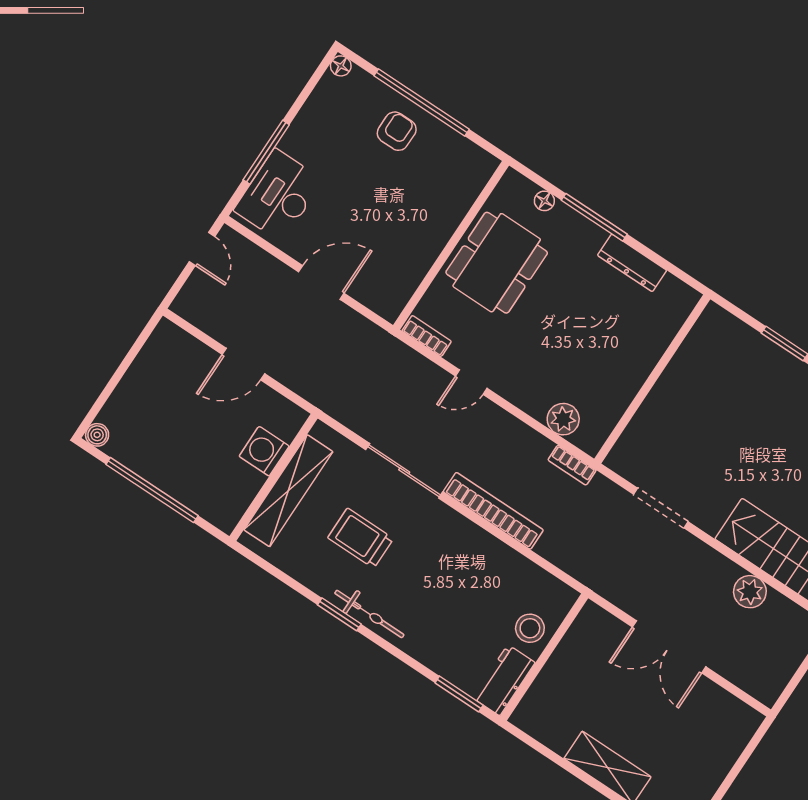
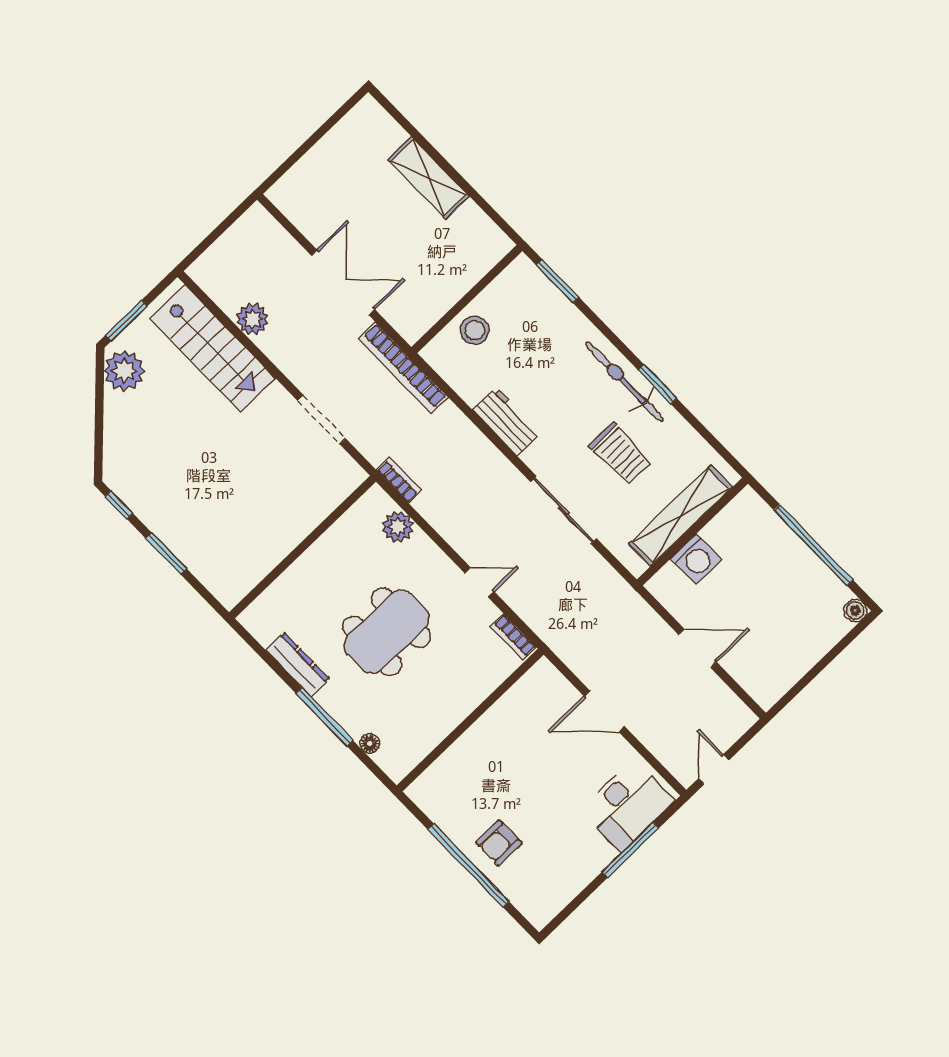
floor lamp: (341, 66) -> (539, 918), removed
dining table: (497, 263) -> (387, 632), moved
bookcase: (493, 511) -> (403, 368), moved
bicycle: (369, 614) -> (624, 382), width x1.37, depth x1.40
workbench: (504, 680) -> (506, 421), moved, turned -90

